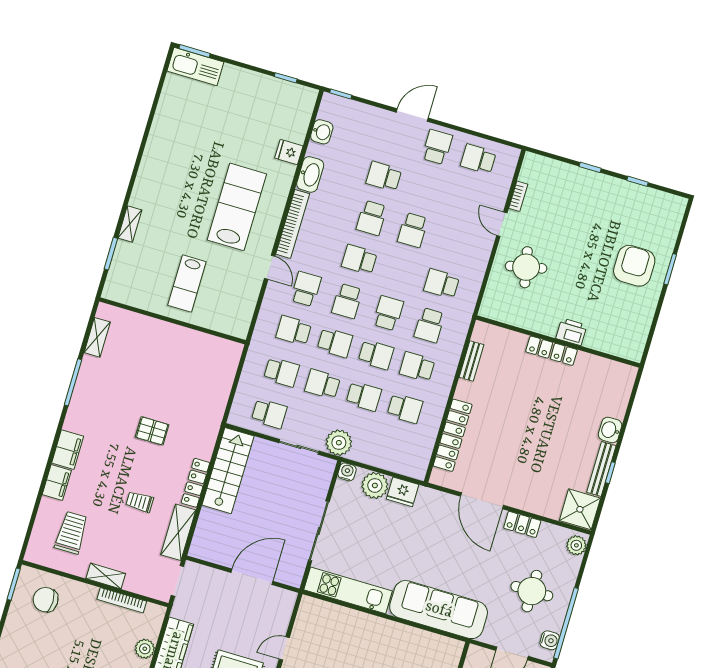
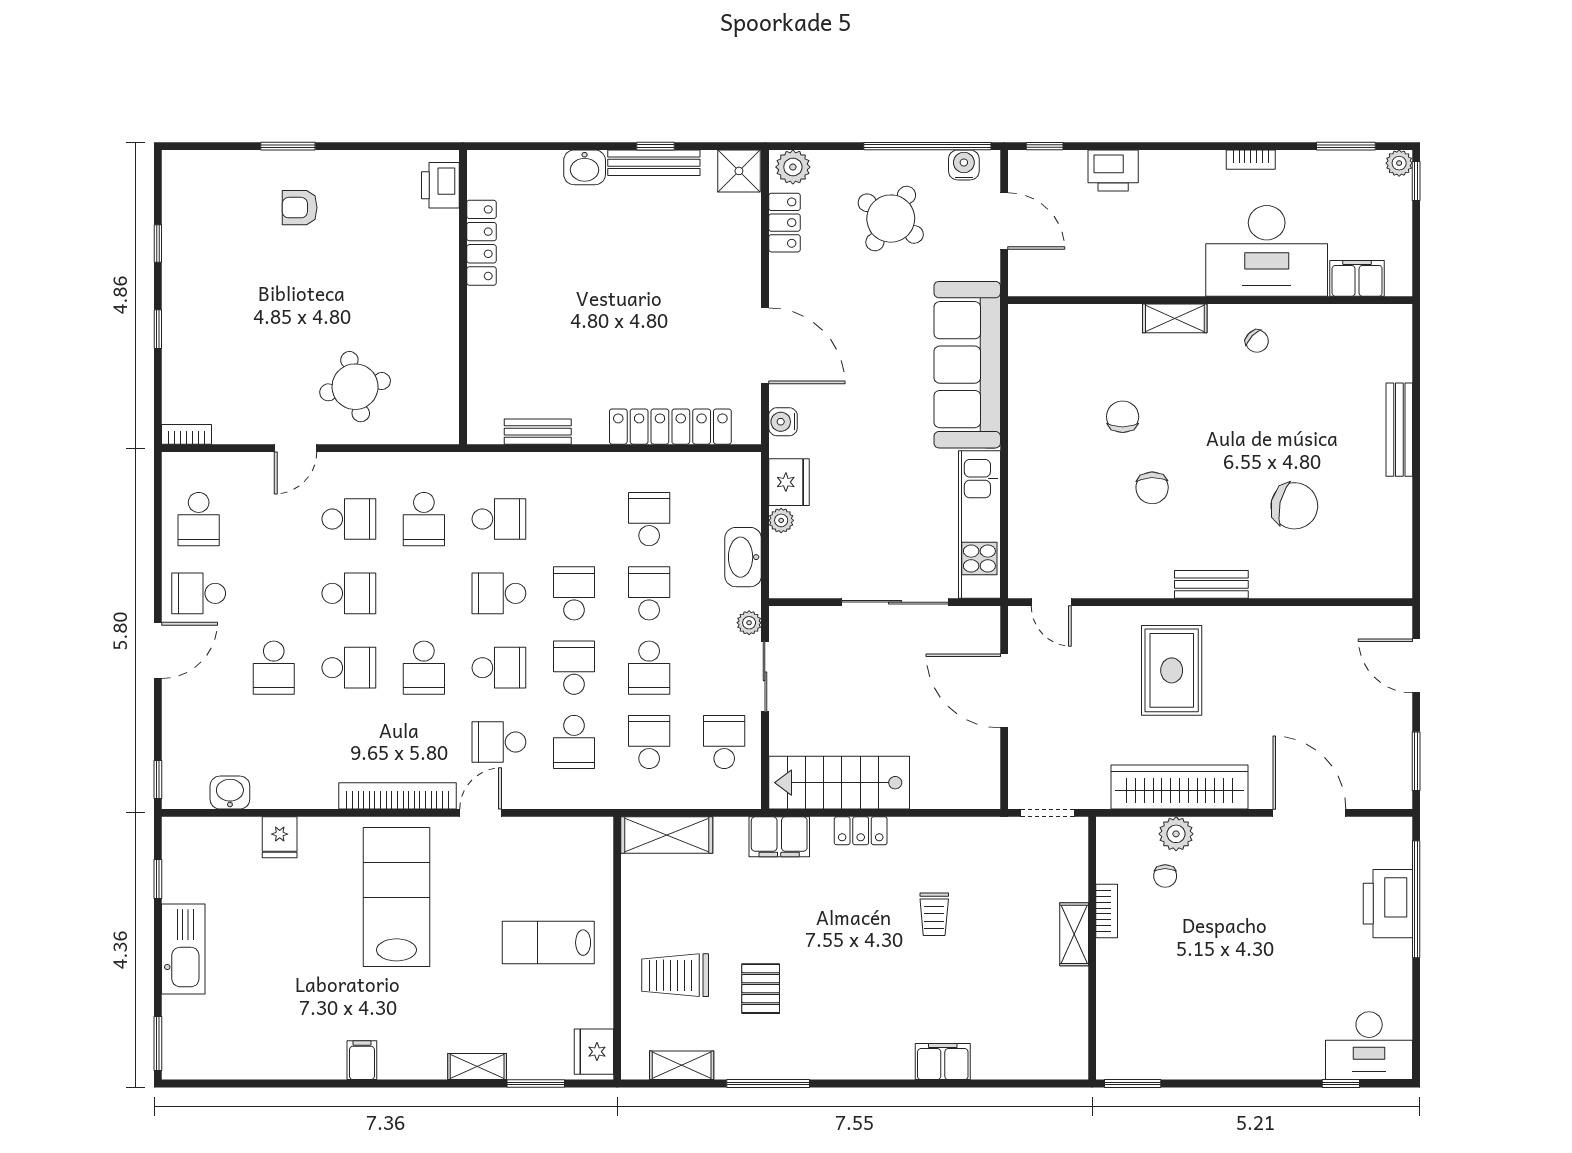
kitchen sink: (195, 67) -> (183, 949), moved
door: (412, 115) -> (158, 650), swing flipped
filing cabinet: (152, 161) -> (362, 1060), added
washbasin: (310, 174) -> (743, 557), moved, turned -90
bookcase: (518, 196) -> (186, 434), moved
lab bench: (237, 207) -> (396, 897), turned 90
armchair: (634, 266) -> (300, 208), width x0.53, depth x0.53
lab bench: (187, 284) -> (548, 943), turned 180
fridge: (119, 291) -> (594, 1052), added
printer: (571, 332) -> (440, 185), moved
locker: (551, 351) -> (481, 243), moved
school desk: (417, 367) -> (349, 519), moved, turned -90
pallet: (152, 431) -> (761, 989), moved
plant: (339, 443) -> (749, 623), width x0.53, depth x0.53
filing cabinet: (68, 450) -> (779, 837), moved, turned 180
water cooler: (347, 472) -> (783, 422), moved
locker: (195, 483) -> (861, 831), width x0.66
plant: (375, 485) -> (781, 520), width x0.53, depth x0.53
door: (482, 501) -> (765, 346), hinge flipped
shower: (580, 509) -> (739, 171), width x0.73, depth x0.73
locker: (522, 524) -> (784, 223), moved
shelving: (178, 532) -> (667, 835), moved
trolley: (71, 533) -> (675, 975), moved
round table: (532, 591) -> (891, 219), turned 34
chair: (46, 600) -> (1165, 876), moved, width x0.54, depth x0.54
bookcase: (122, 600) -> (1107, 911), width x0.64
door: (284, 648) -> (1051, 602), moved

